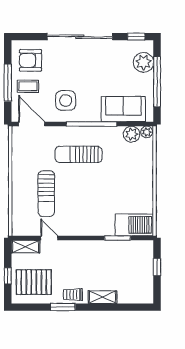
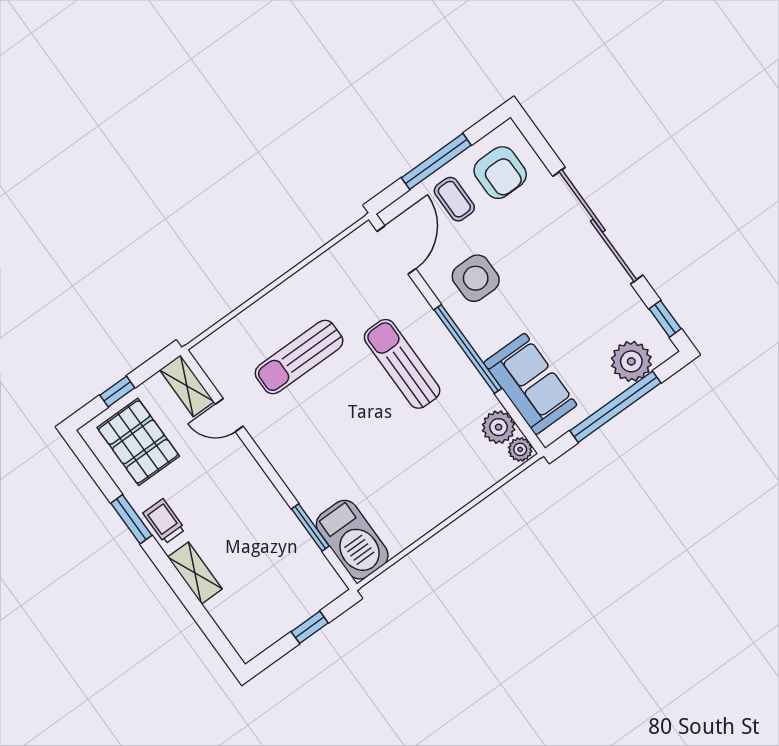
armchair: (31, 60) -> (500, 173), turned 180
door: (49, 238) -> (229, 415), swing flipped

